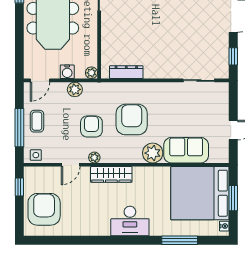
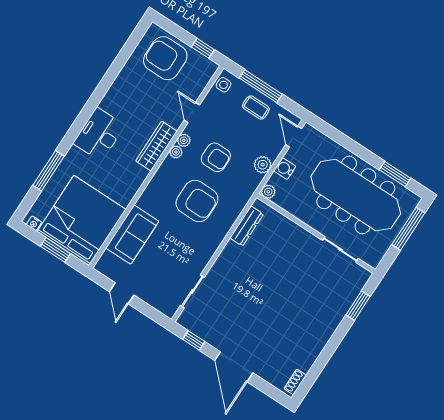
plant: (153, 153) -> (176, 152), moved, width x0.53, depth x0.53
armchair: (44, 209) -> (165, 58), turned 180

